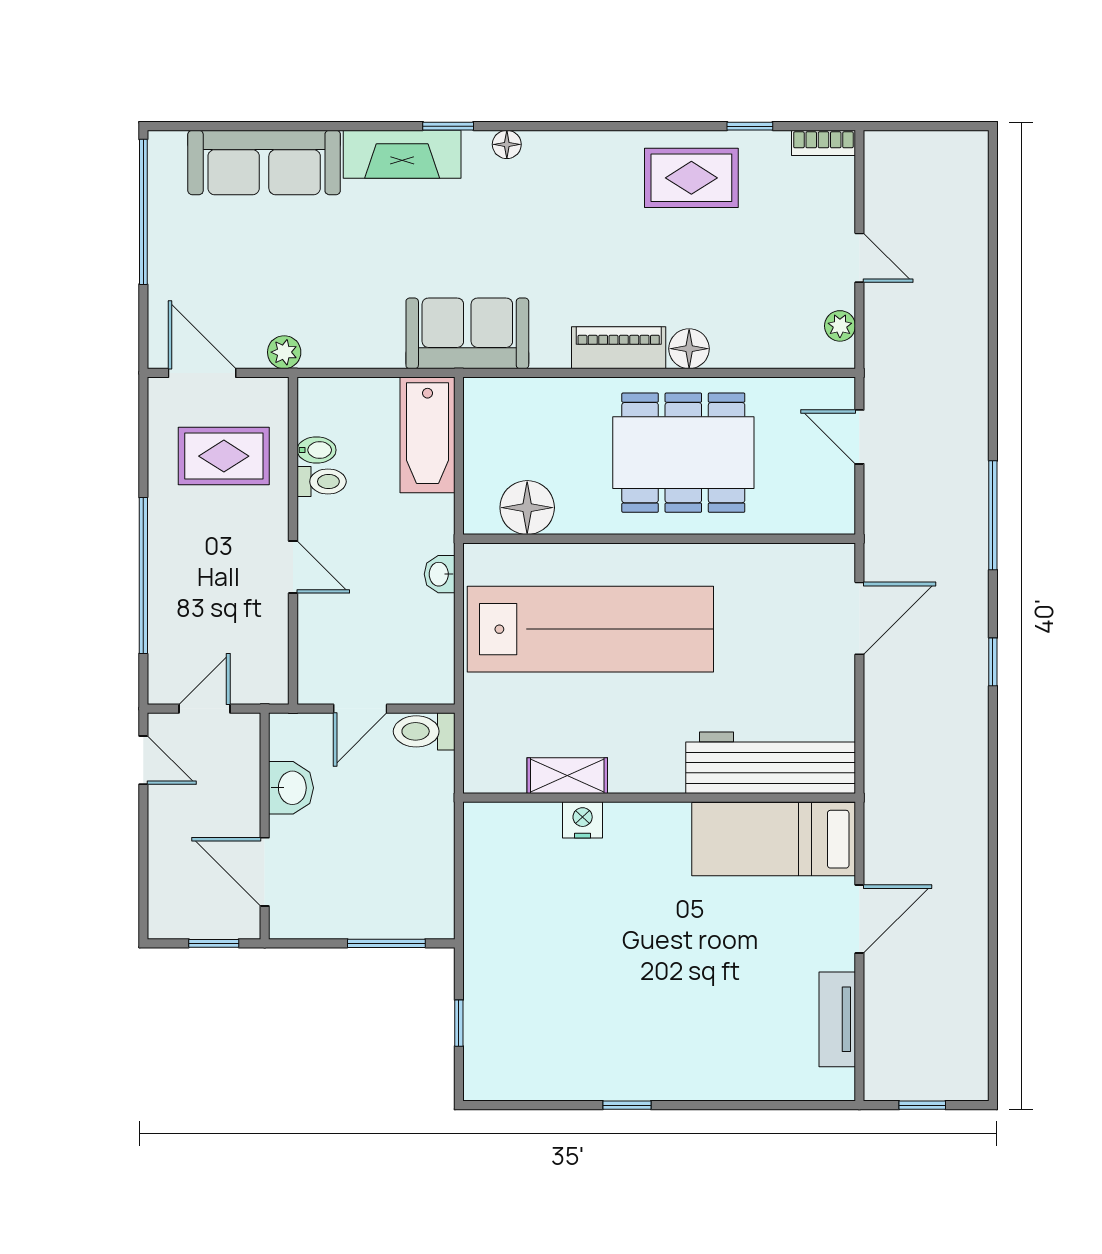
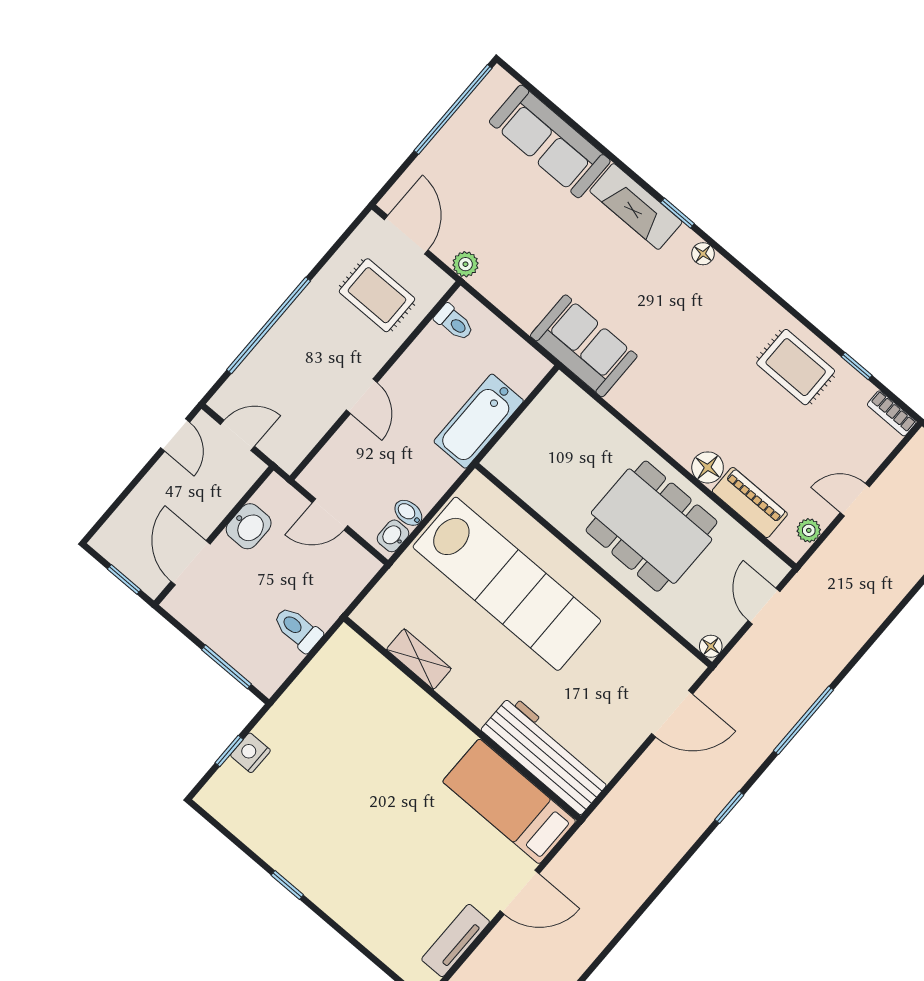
door: (859, 258) -> (855, 500), swing flipped
piano: (619, 348) -> (750, 503), moved
bathtub: (427, 435) -> (479, 421), moved
bidet: (317, 450) -> (408, 513), moved, turned 180
toilet: (322, 482) -> (454, 322), moved
floor lamp: (527, 508) -> (711, 646), moved, width x0.53, depth x0.53
washbasin: (440, 574) -> (393, 536), moved
toilet: (424, 731) -> (298, 629), moved
nightstand: (583, 820) -> (250, 753), moved, turned -90

